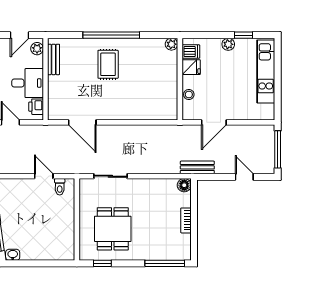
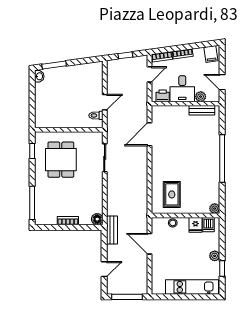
plant: (37, 49) -> (201, 97), moved
rug: (108, 64) -> (172, 194), moved, turned 90
dining table: (113, 229) -> (61, 160), turned 90

